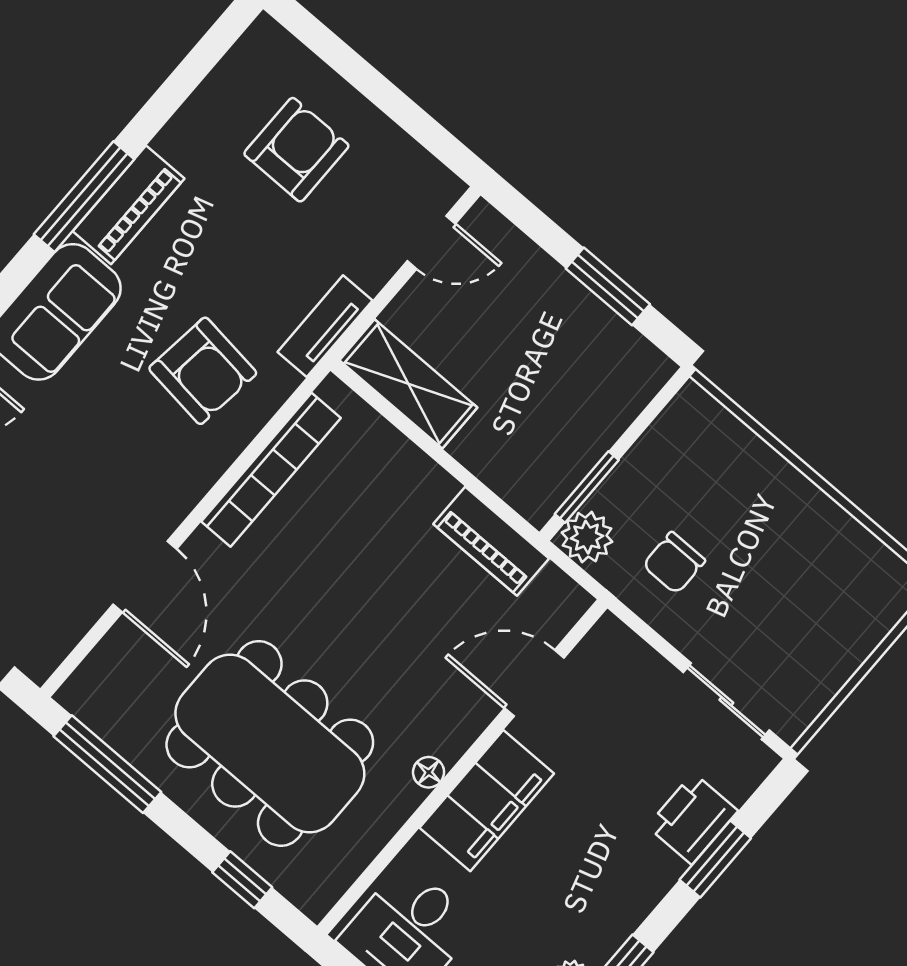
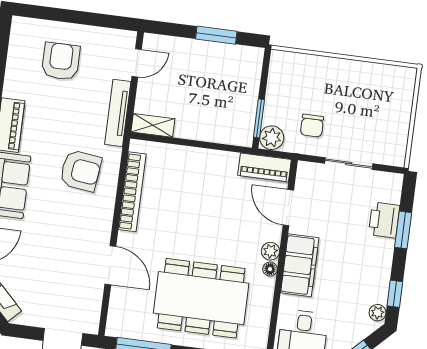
tv unit: (325, 326) -> (118, 113), width x1.41
shelving: (408, 384) -> (153, 125), width x0.67, depth x0.75
piano: (491, 541) -> (265, 167), moved
door: (534, 683) -> (288, 208), hinge flipped
sliding door: (726, 701) -> (349, 164), moved
plant: (451, 740) -> (270, 251), added

